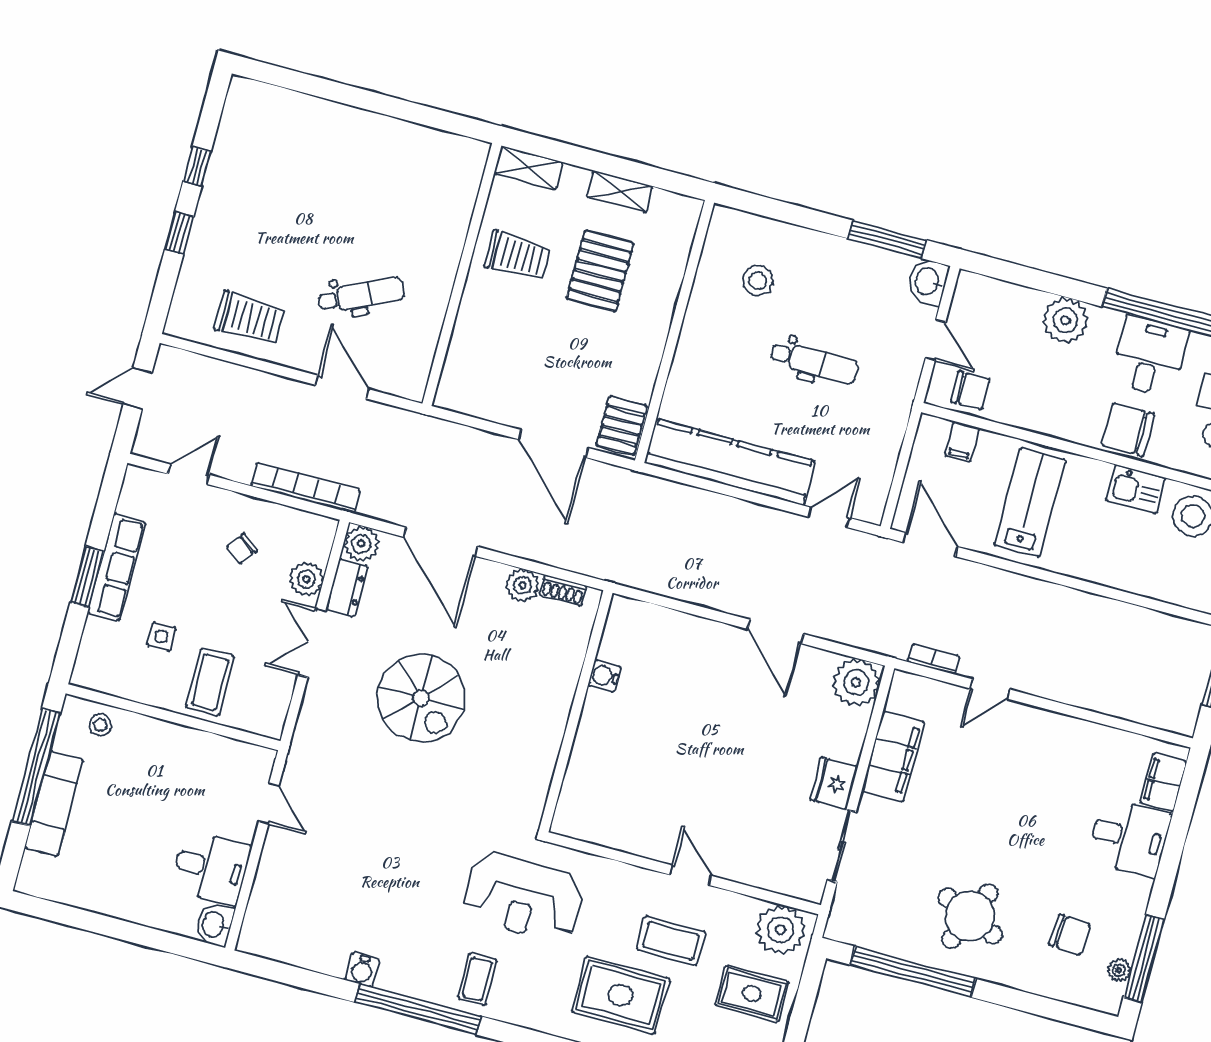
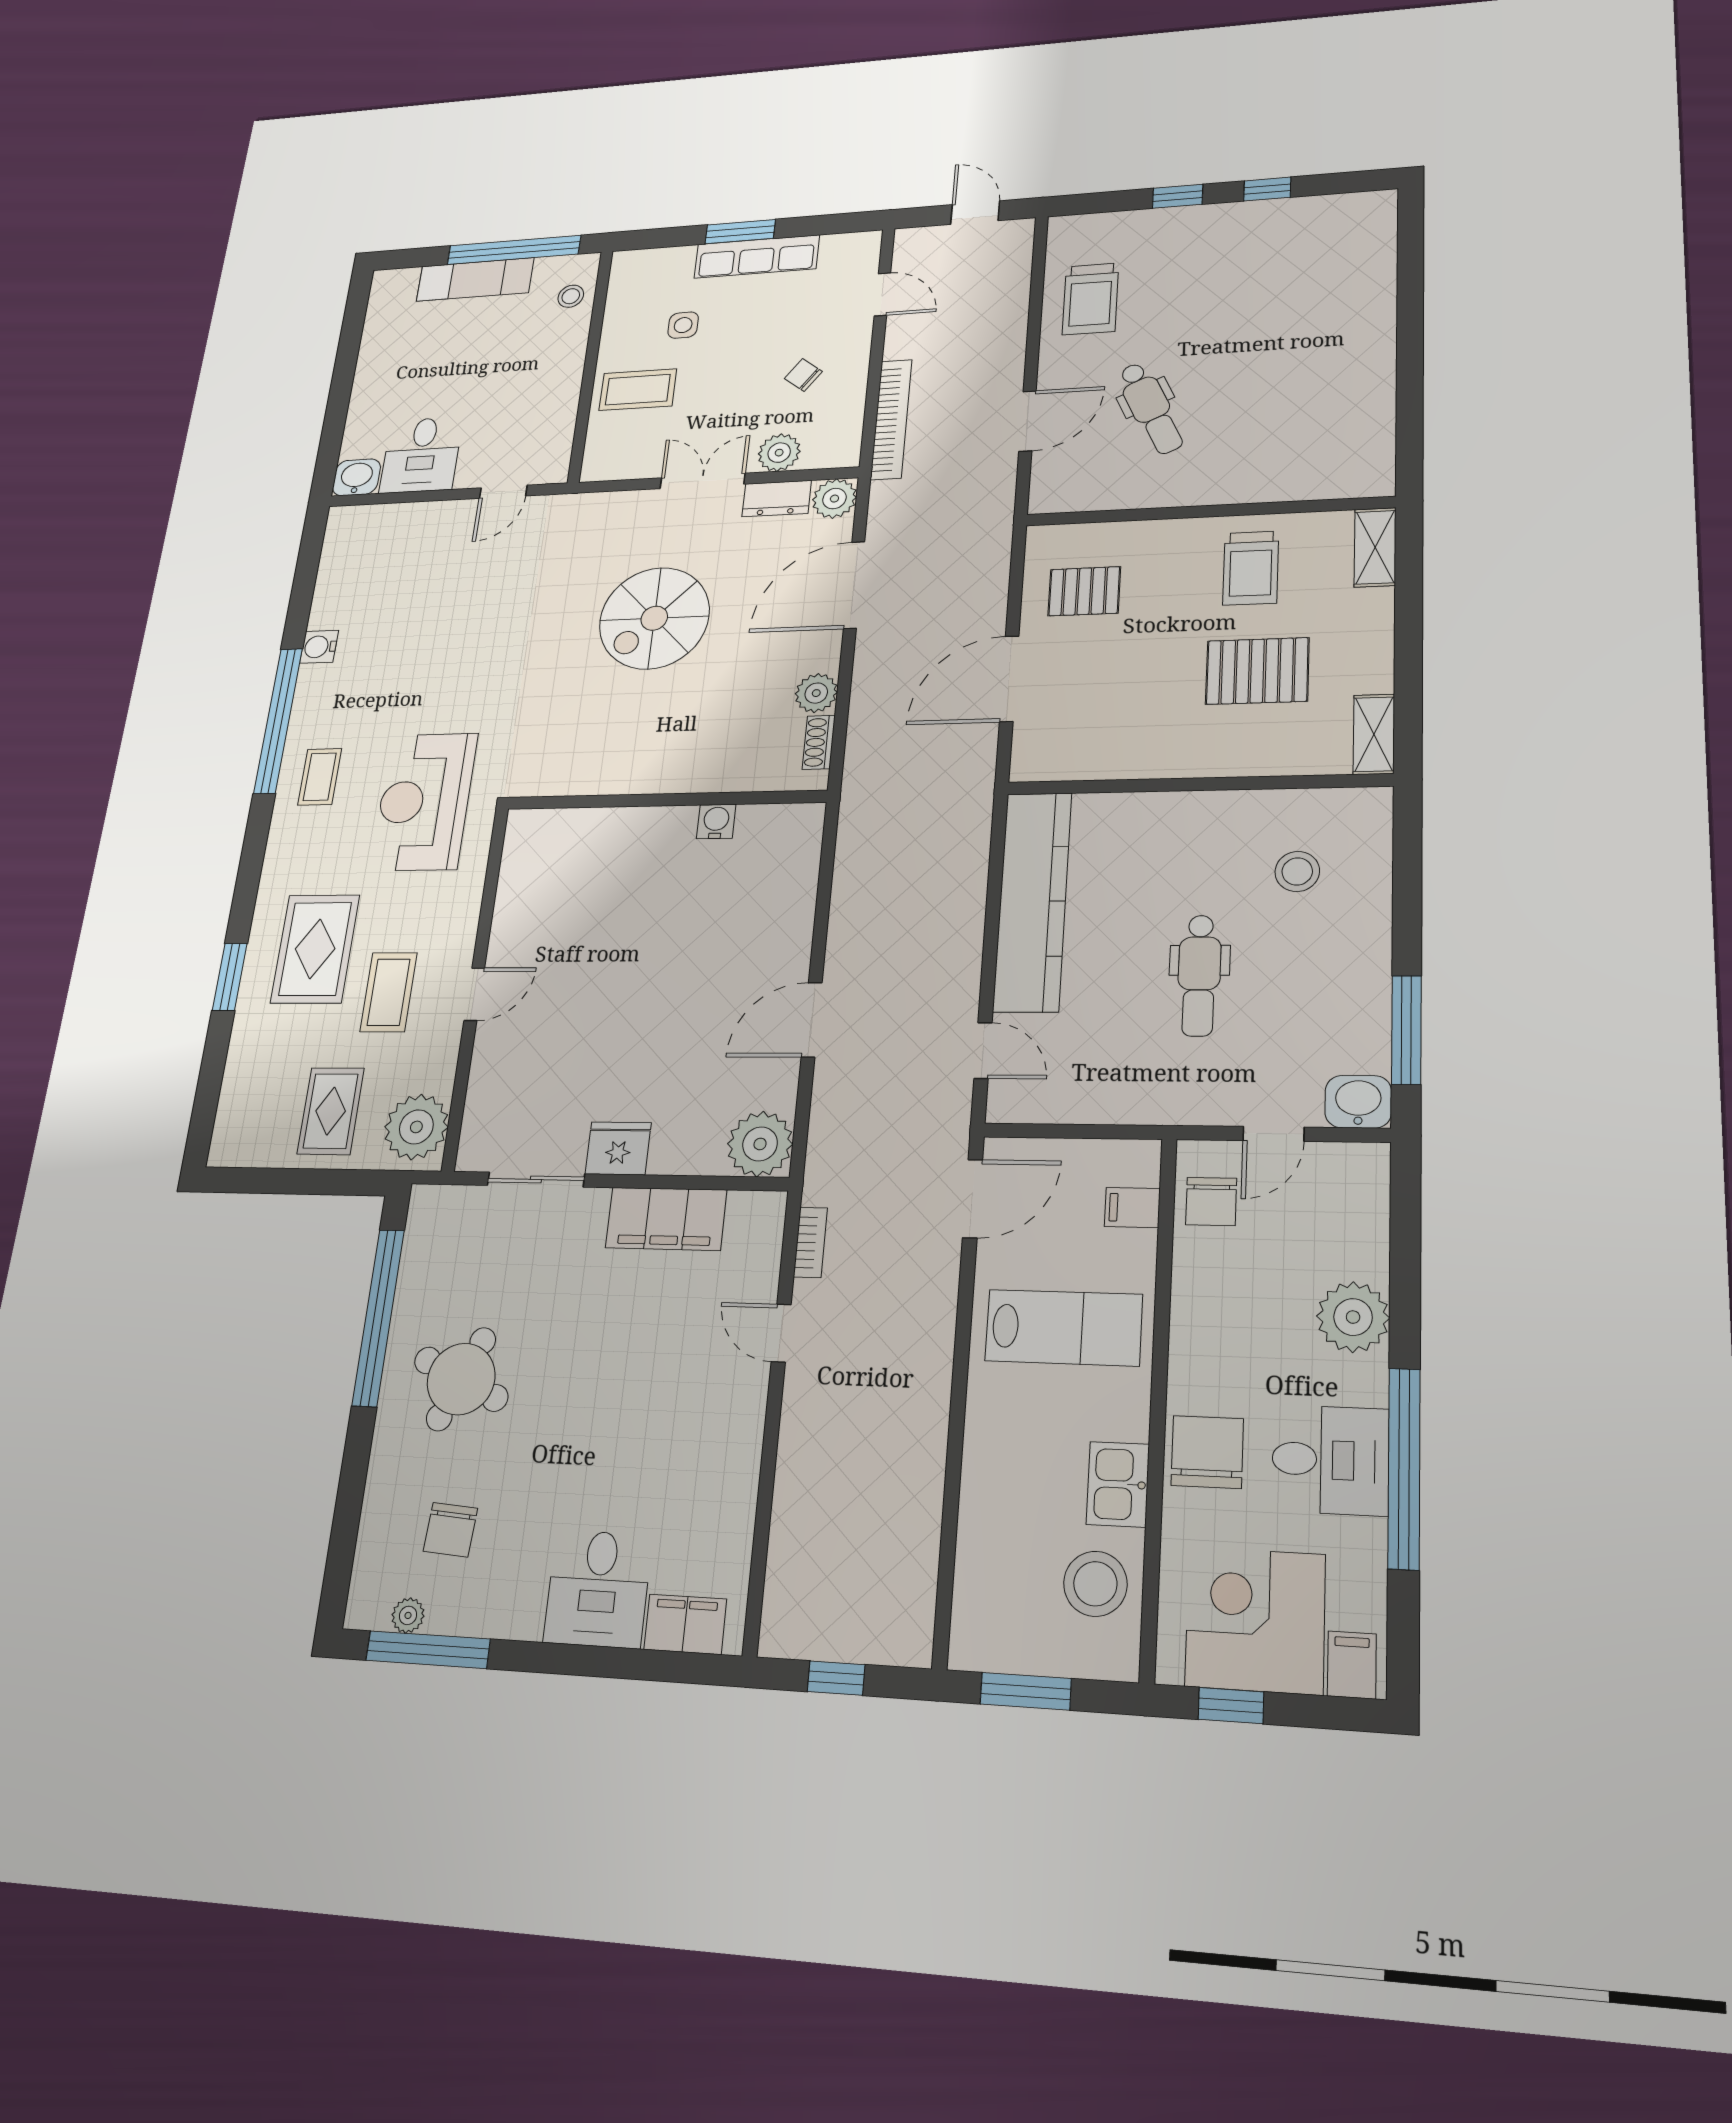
shelving: (620, 192) -> (1374, 734), moved
pallet: (622, 426) -> (1084, 591), moved
coffee table: (477, 979) -> (320, 777), turned 90

